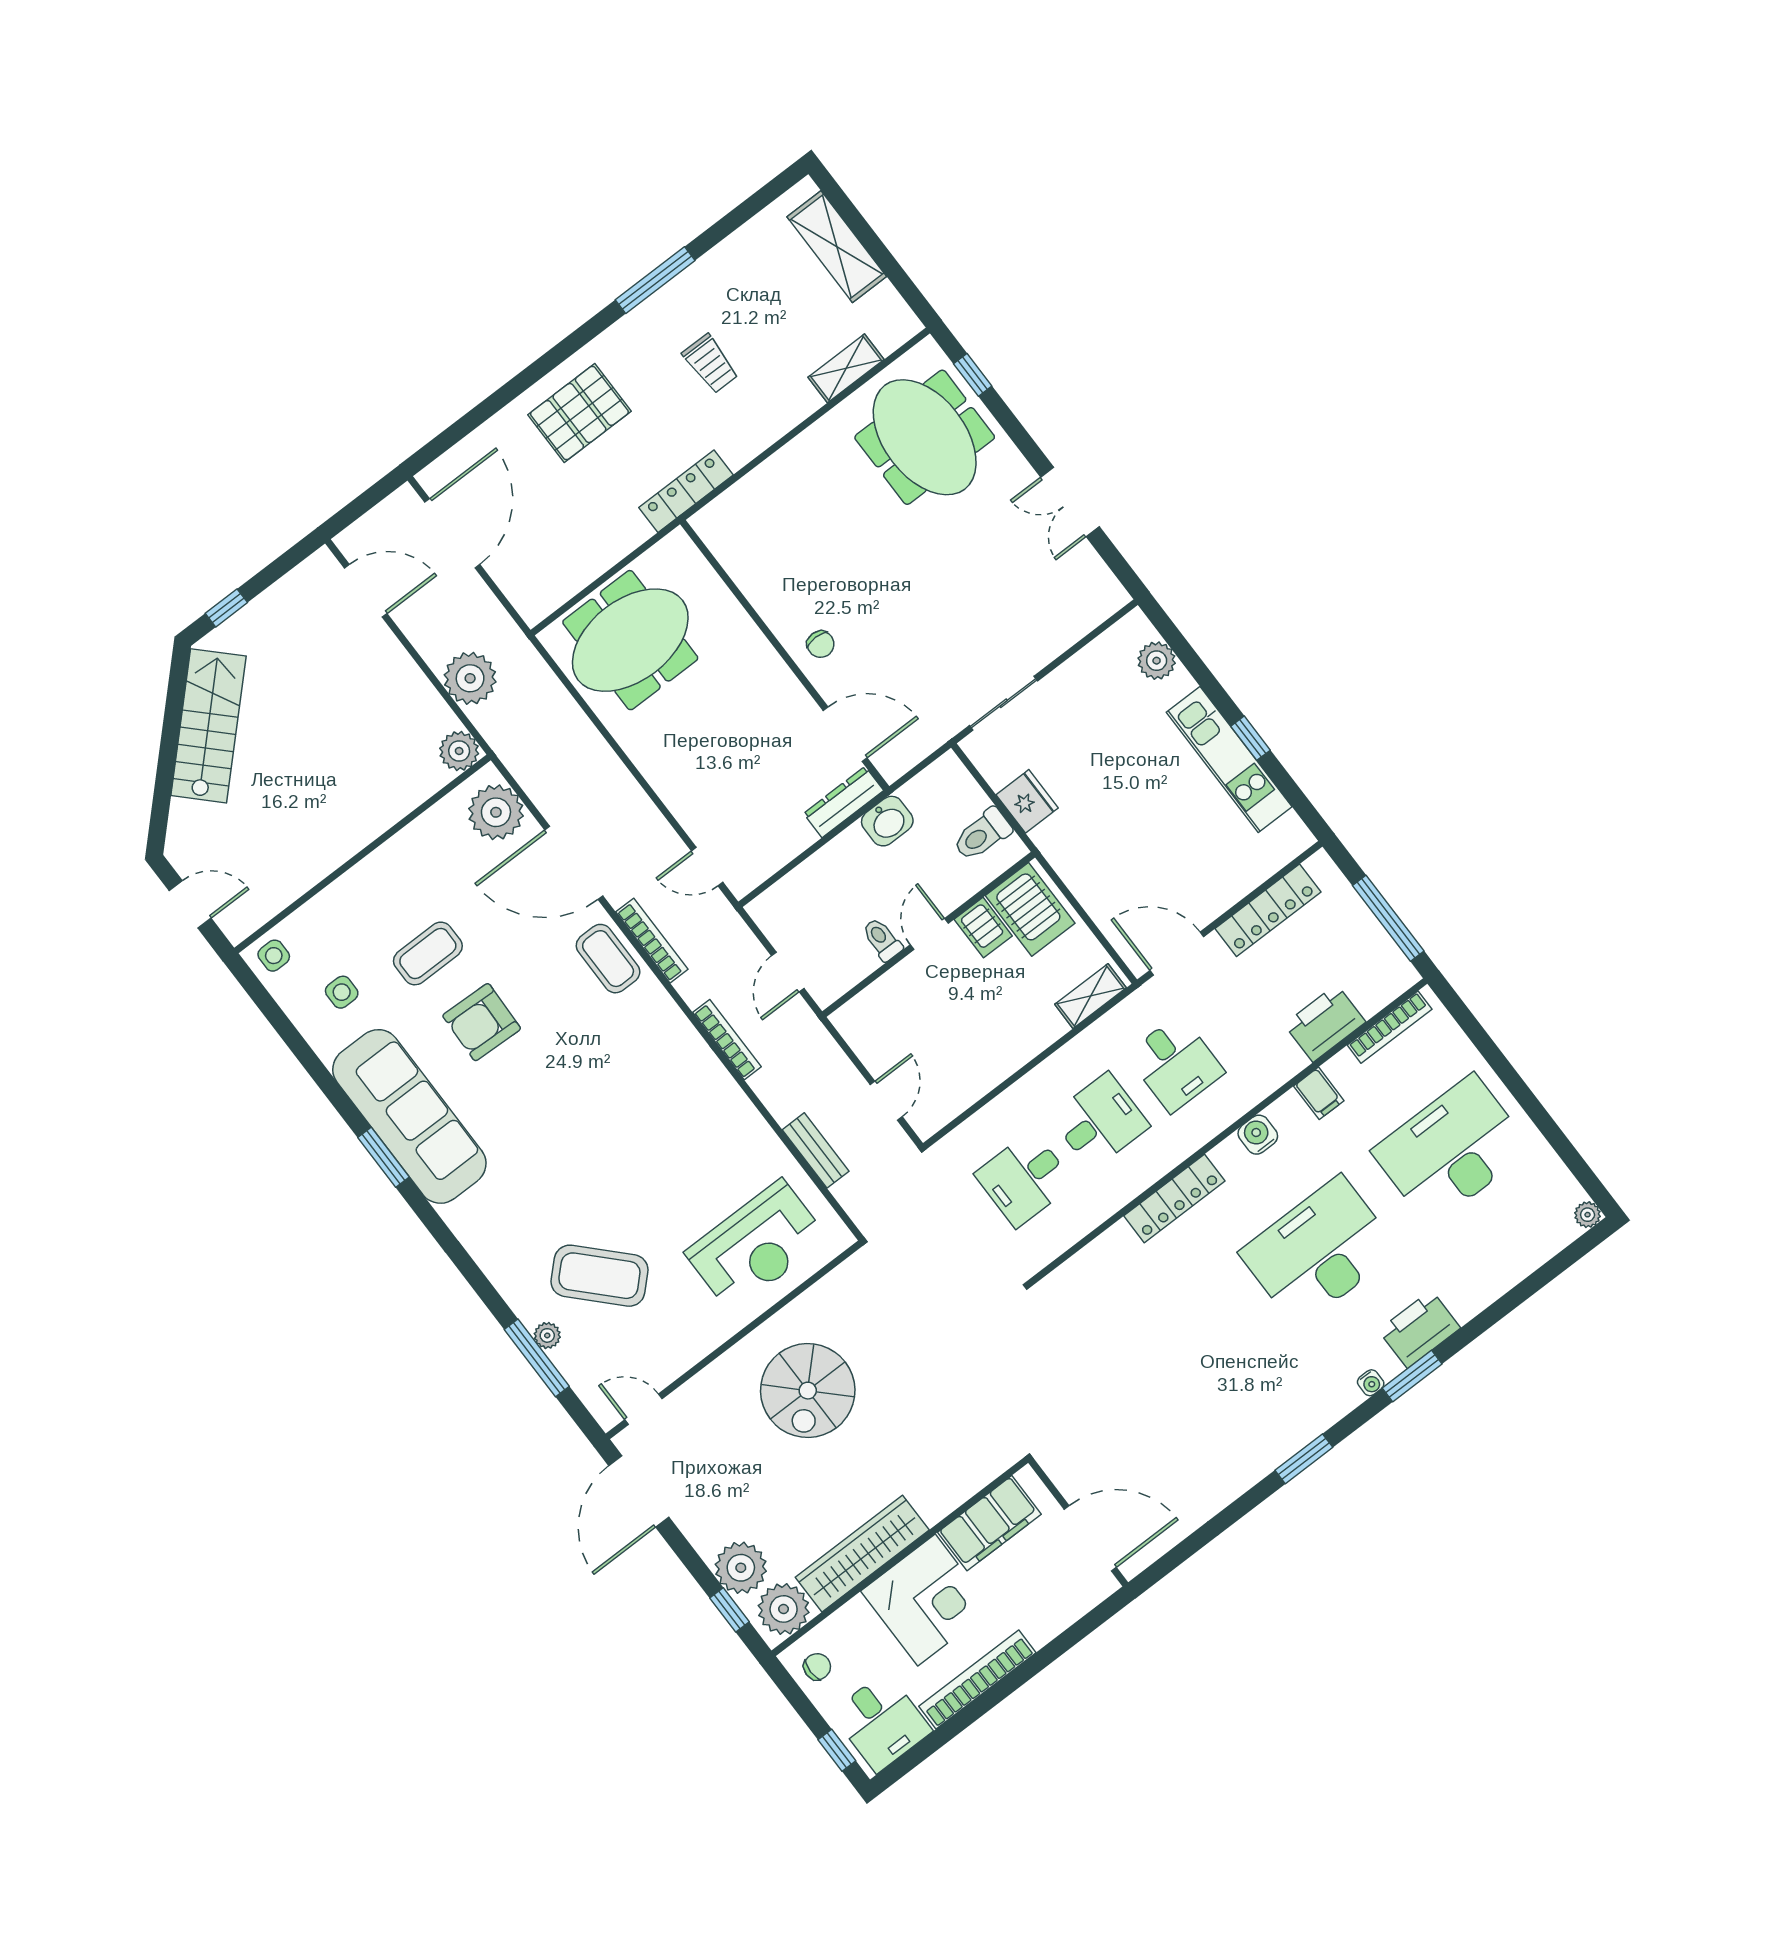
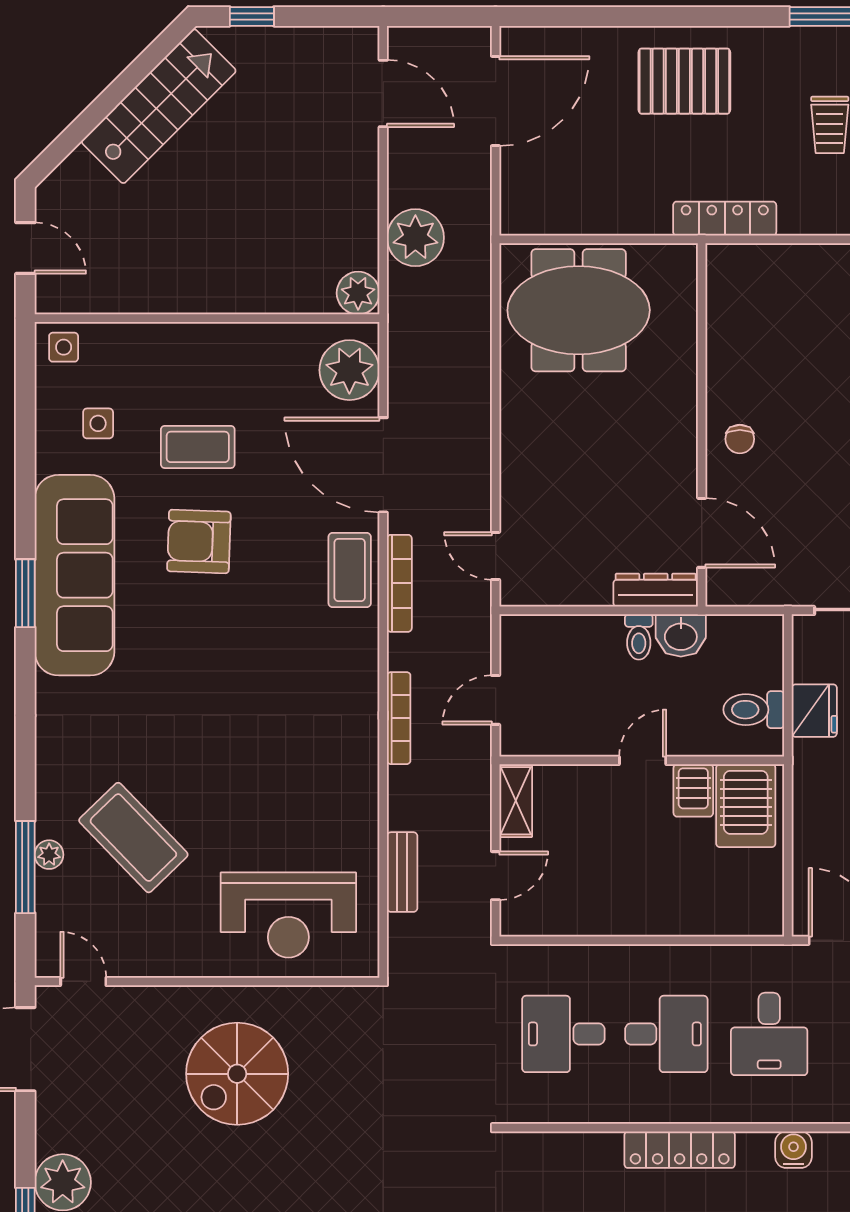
toilet: (882, 939) -> (639, 637), moved, turned 180
shelving: (1091, 996) -> (516, 801), moved, turned 90

